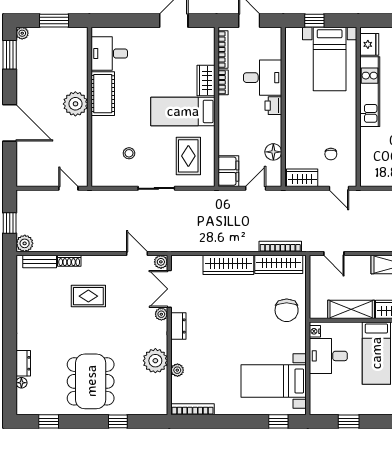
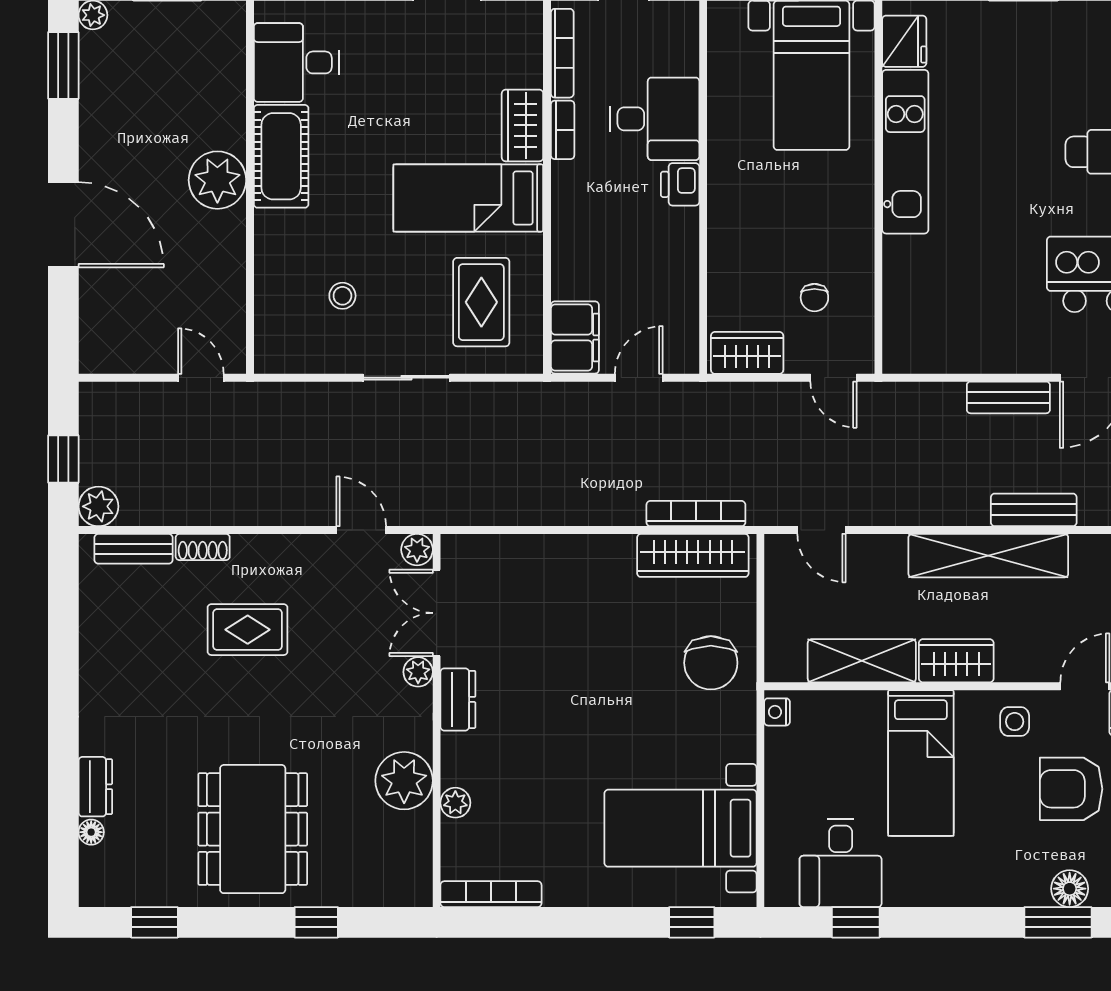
floor lamp: (273, 152) -> (680, 293), removed
wardrobe: (228, 265) -> (575, 557), removed
desk: (328, 356) -> (841, 863), moved, turned -90

